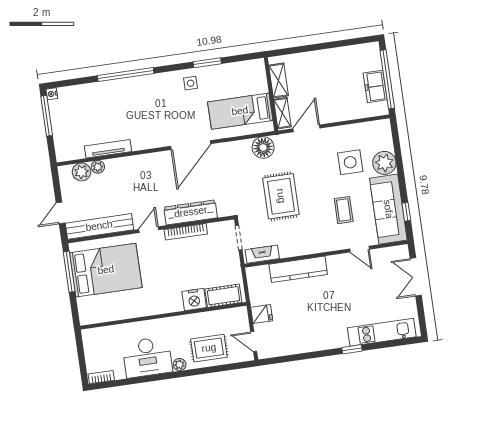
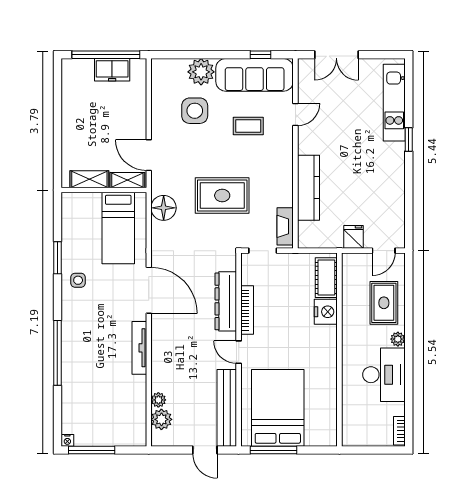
tv unit: (108, 149) -> (139, 348), moved

